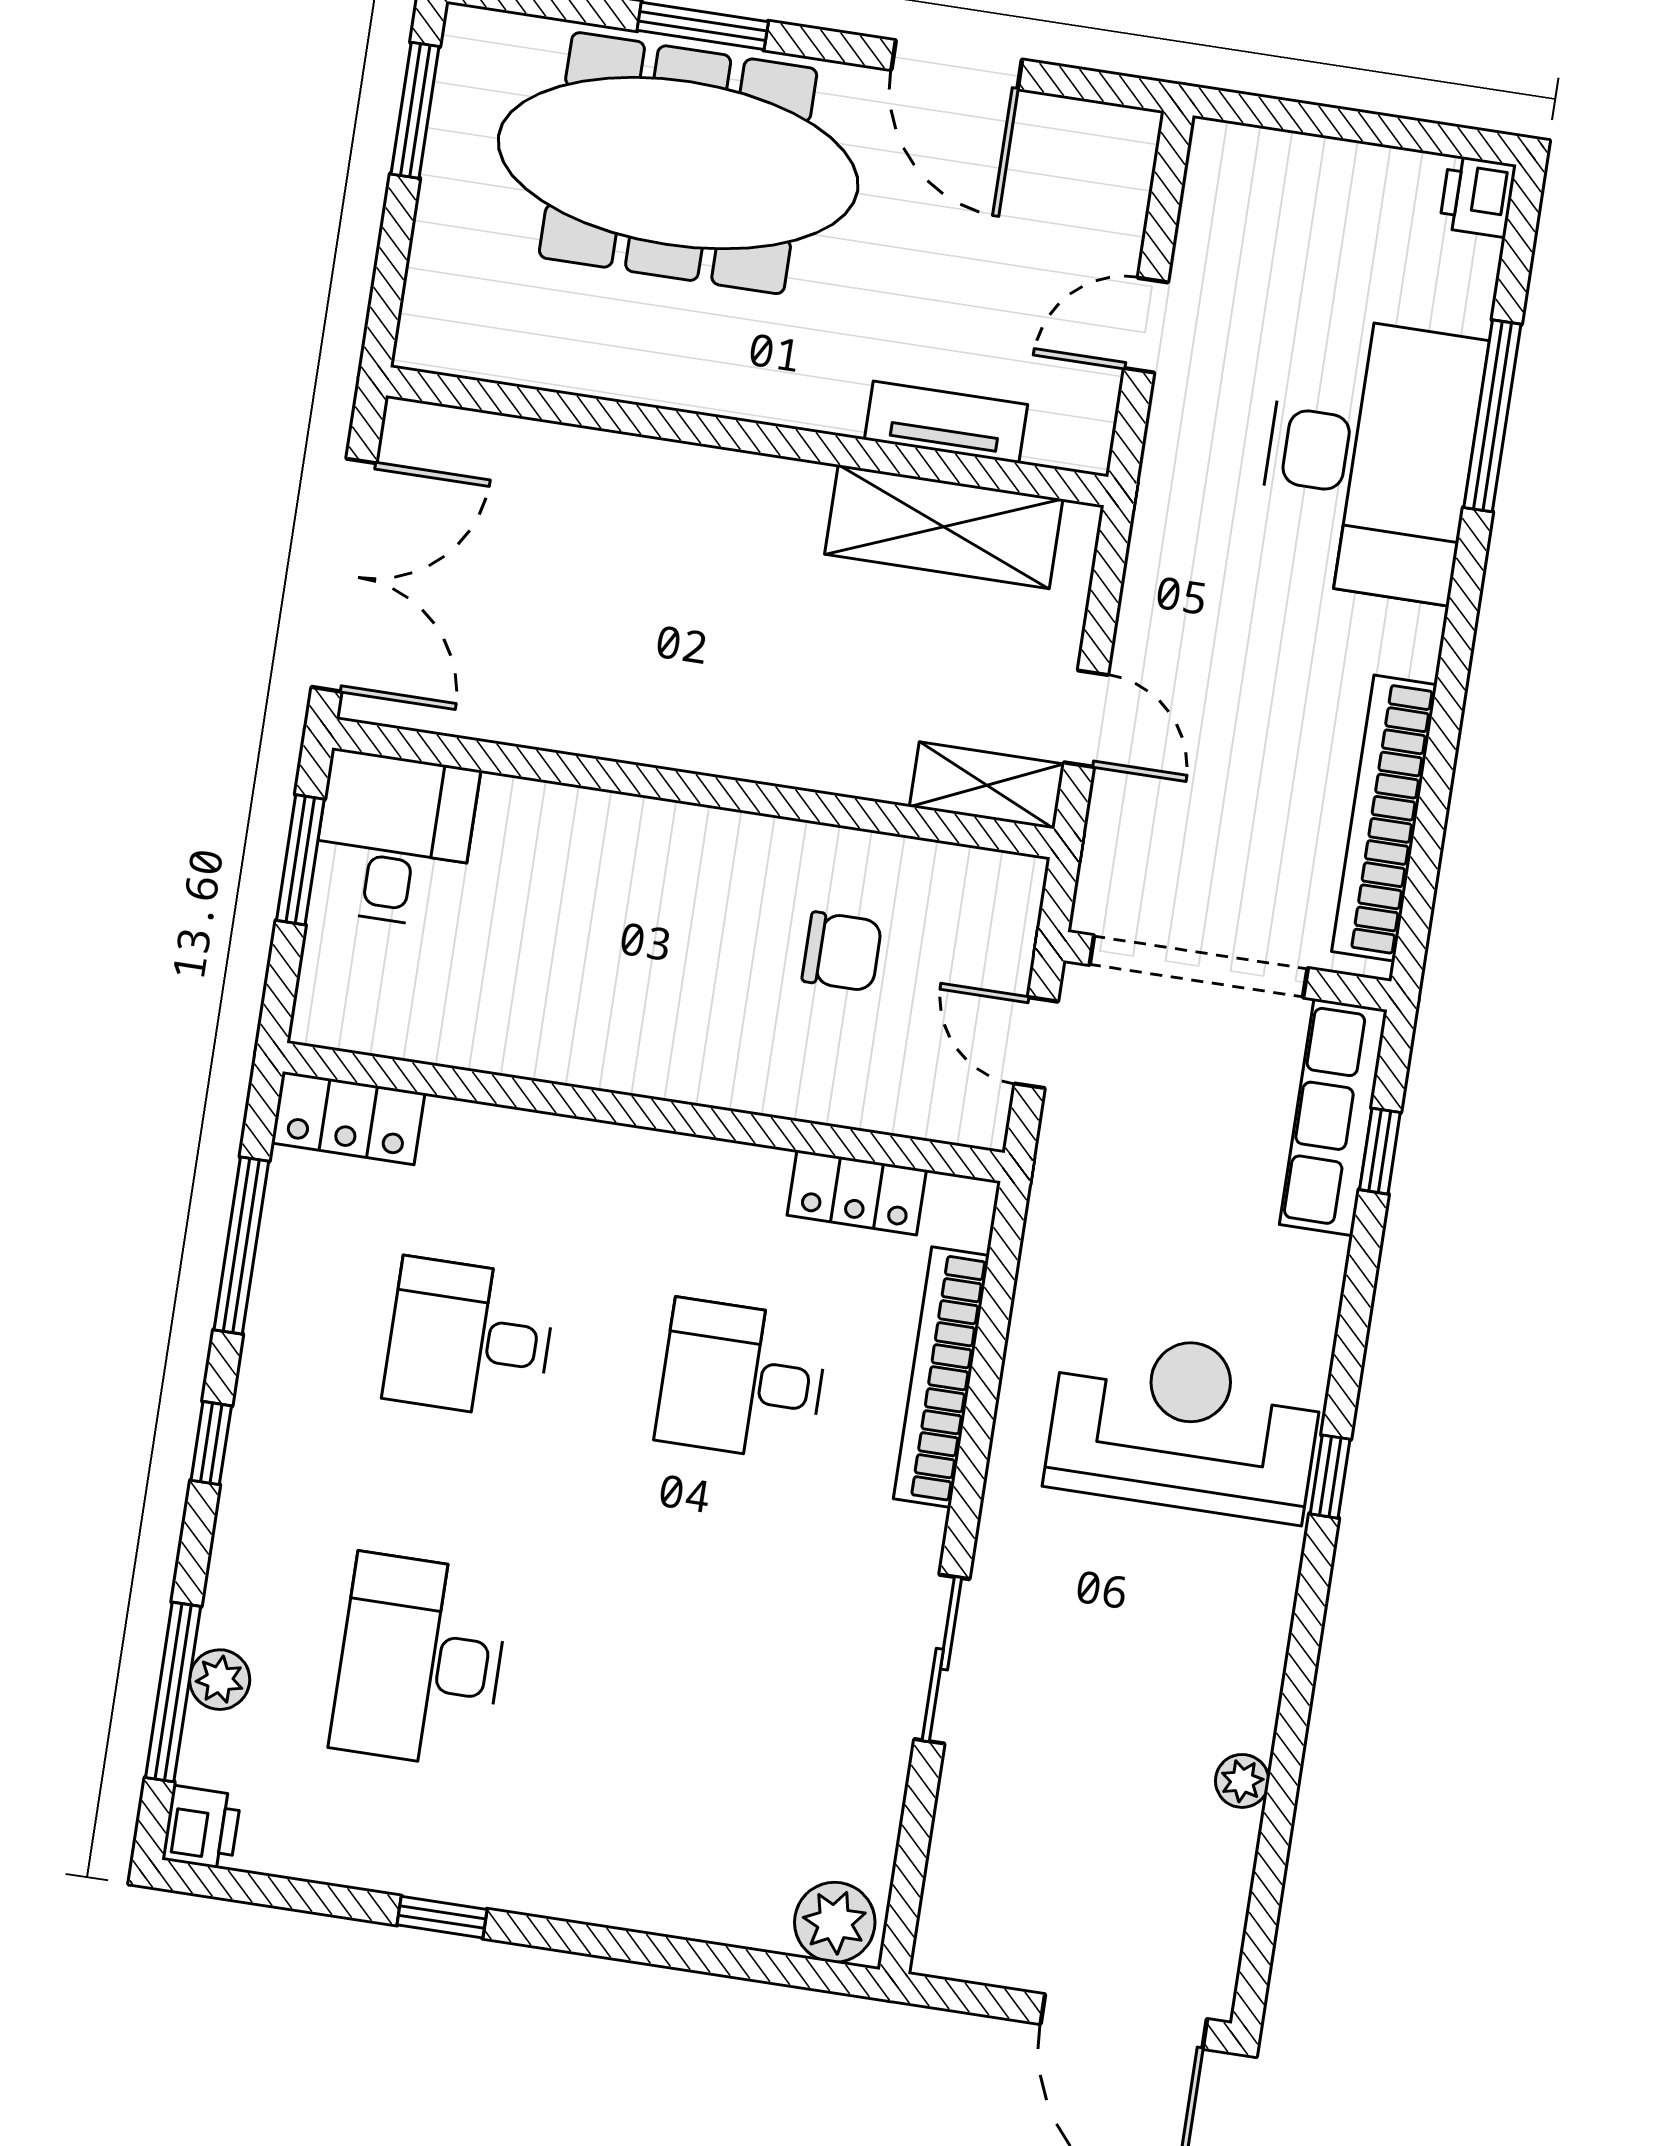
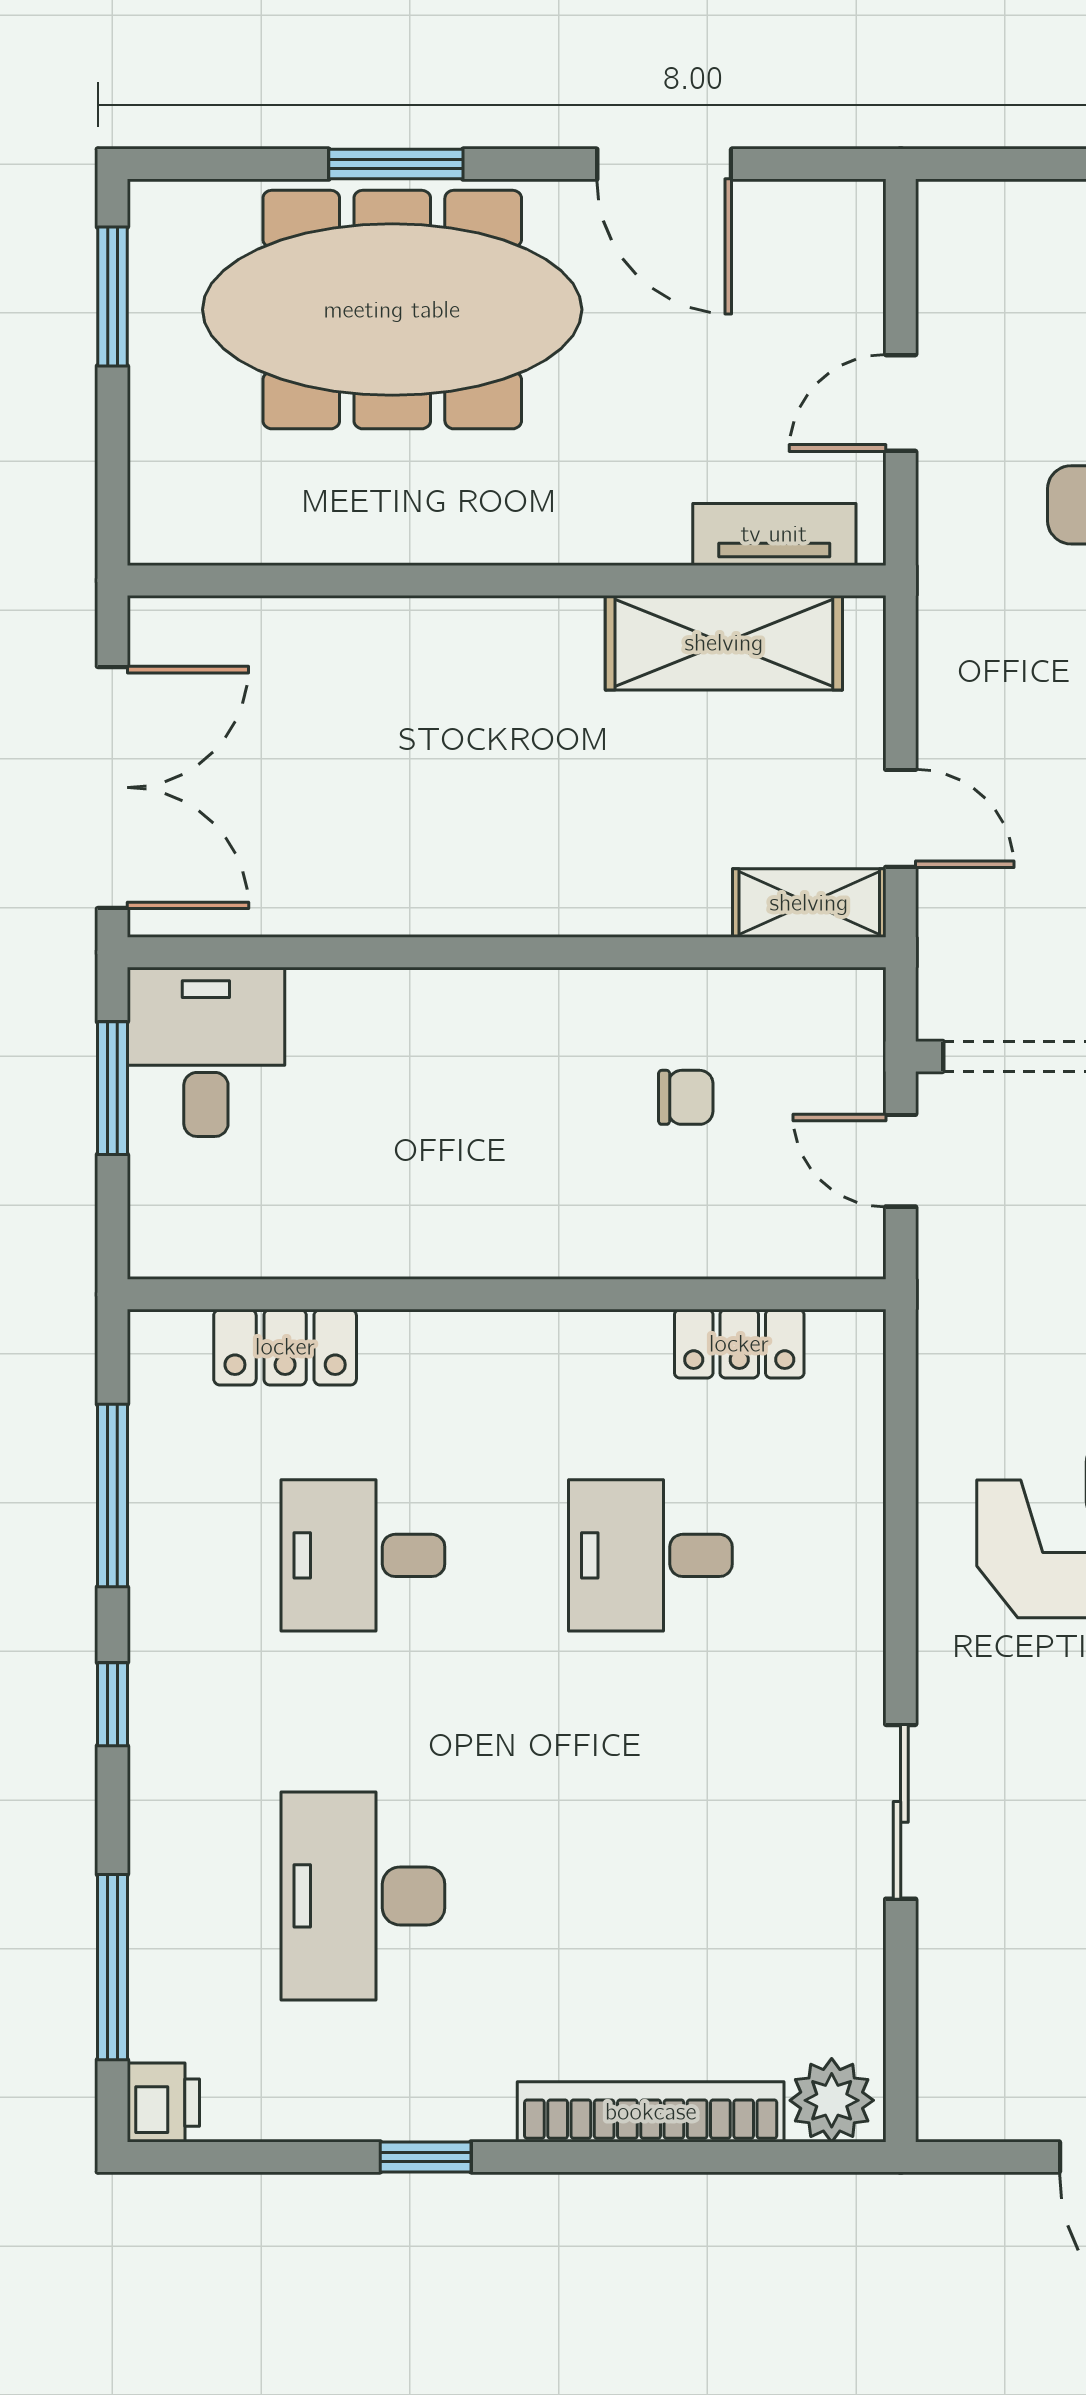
tv unit: (946, 422) -> (774, 534), moved
chair: (842, 952) -> (686, 1097), width x0.73, depth x0.73
locker: (348, 1118) -> (285, 1347), moved
bookcase: (941, 1377) -> (651, 2112), moved, turned 90
plant: (220, 1680) -> (159, 1947), removed

